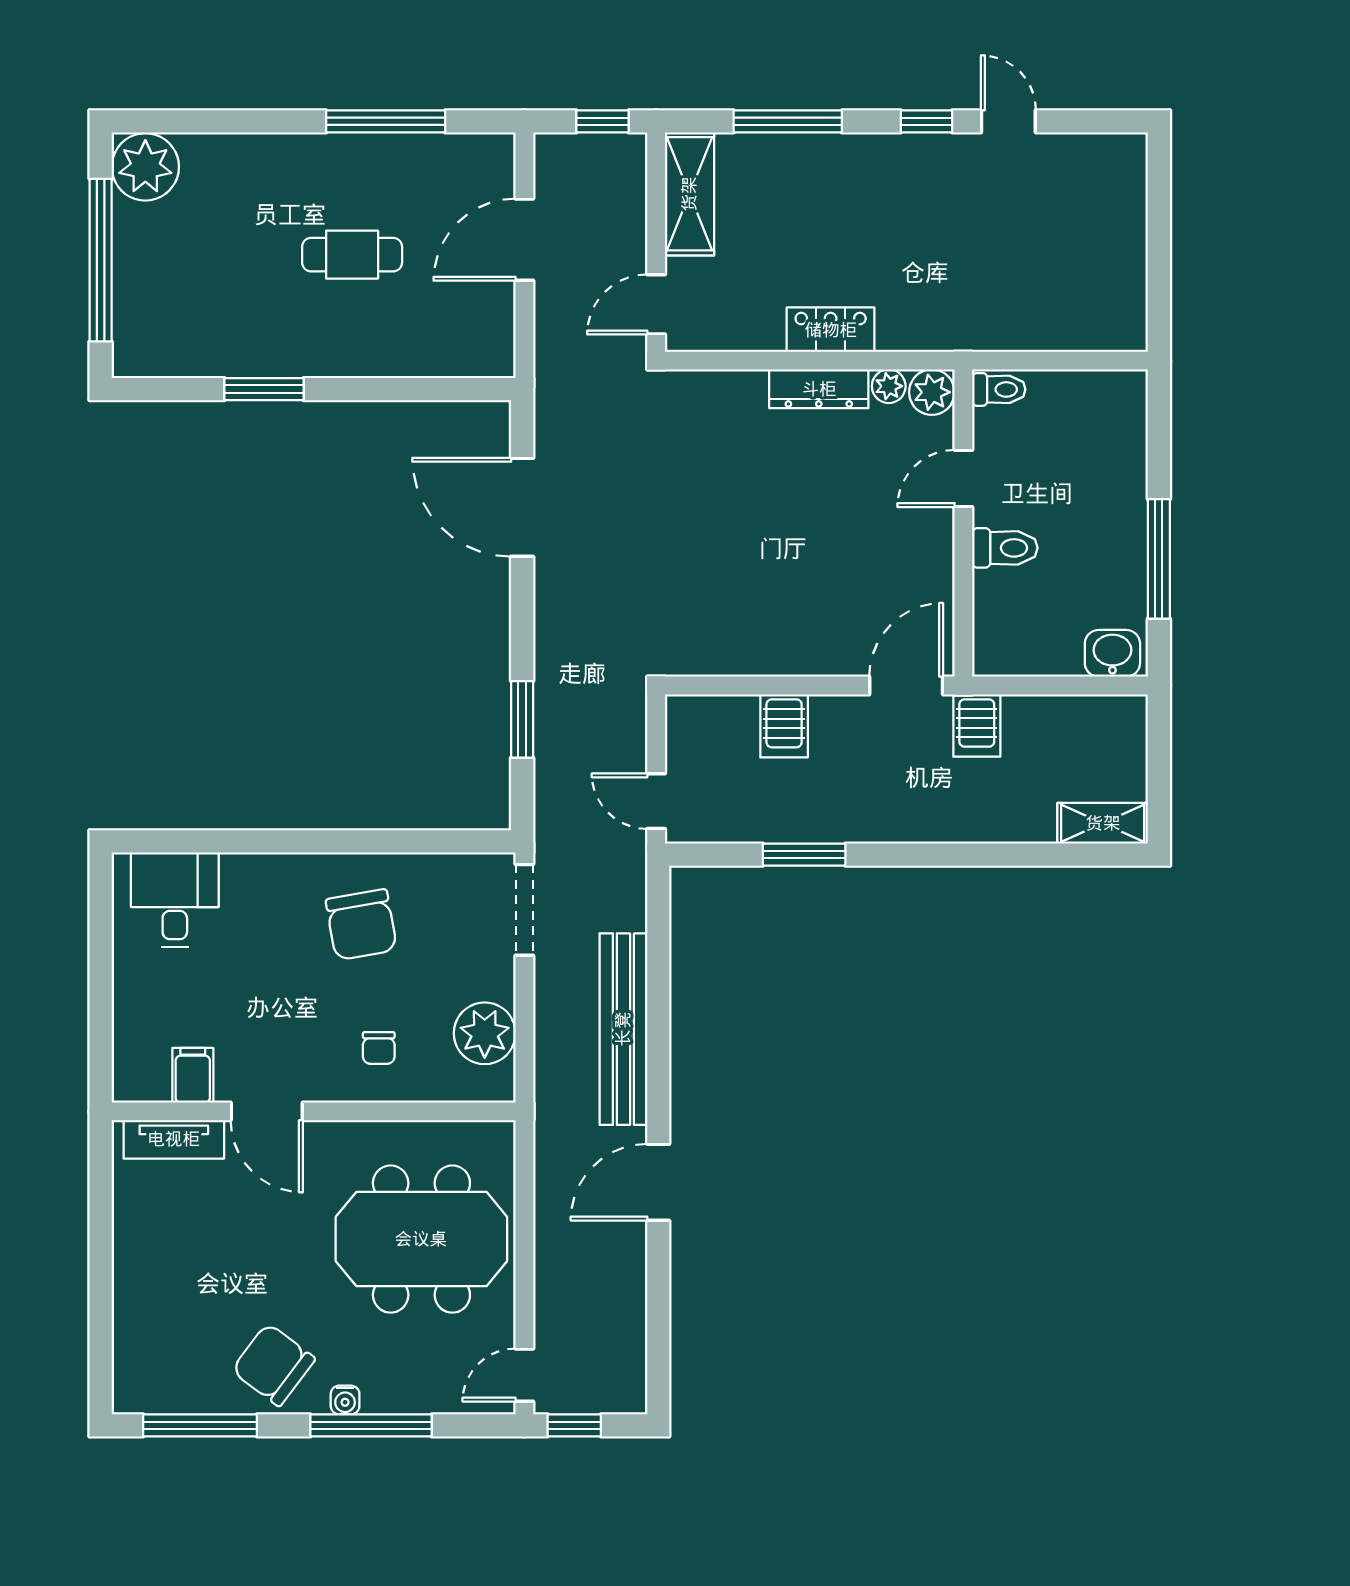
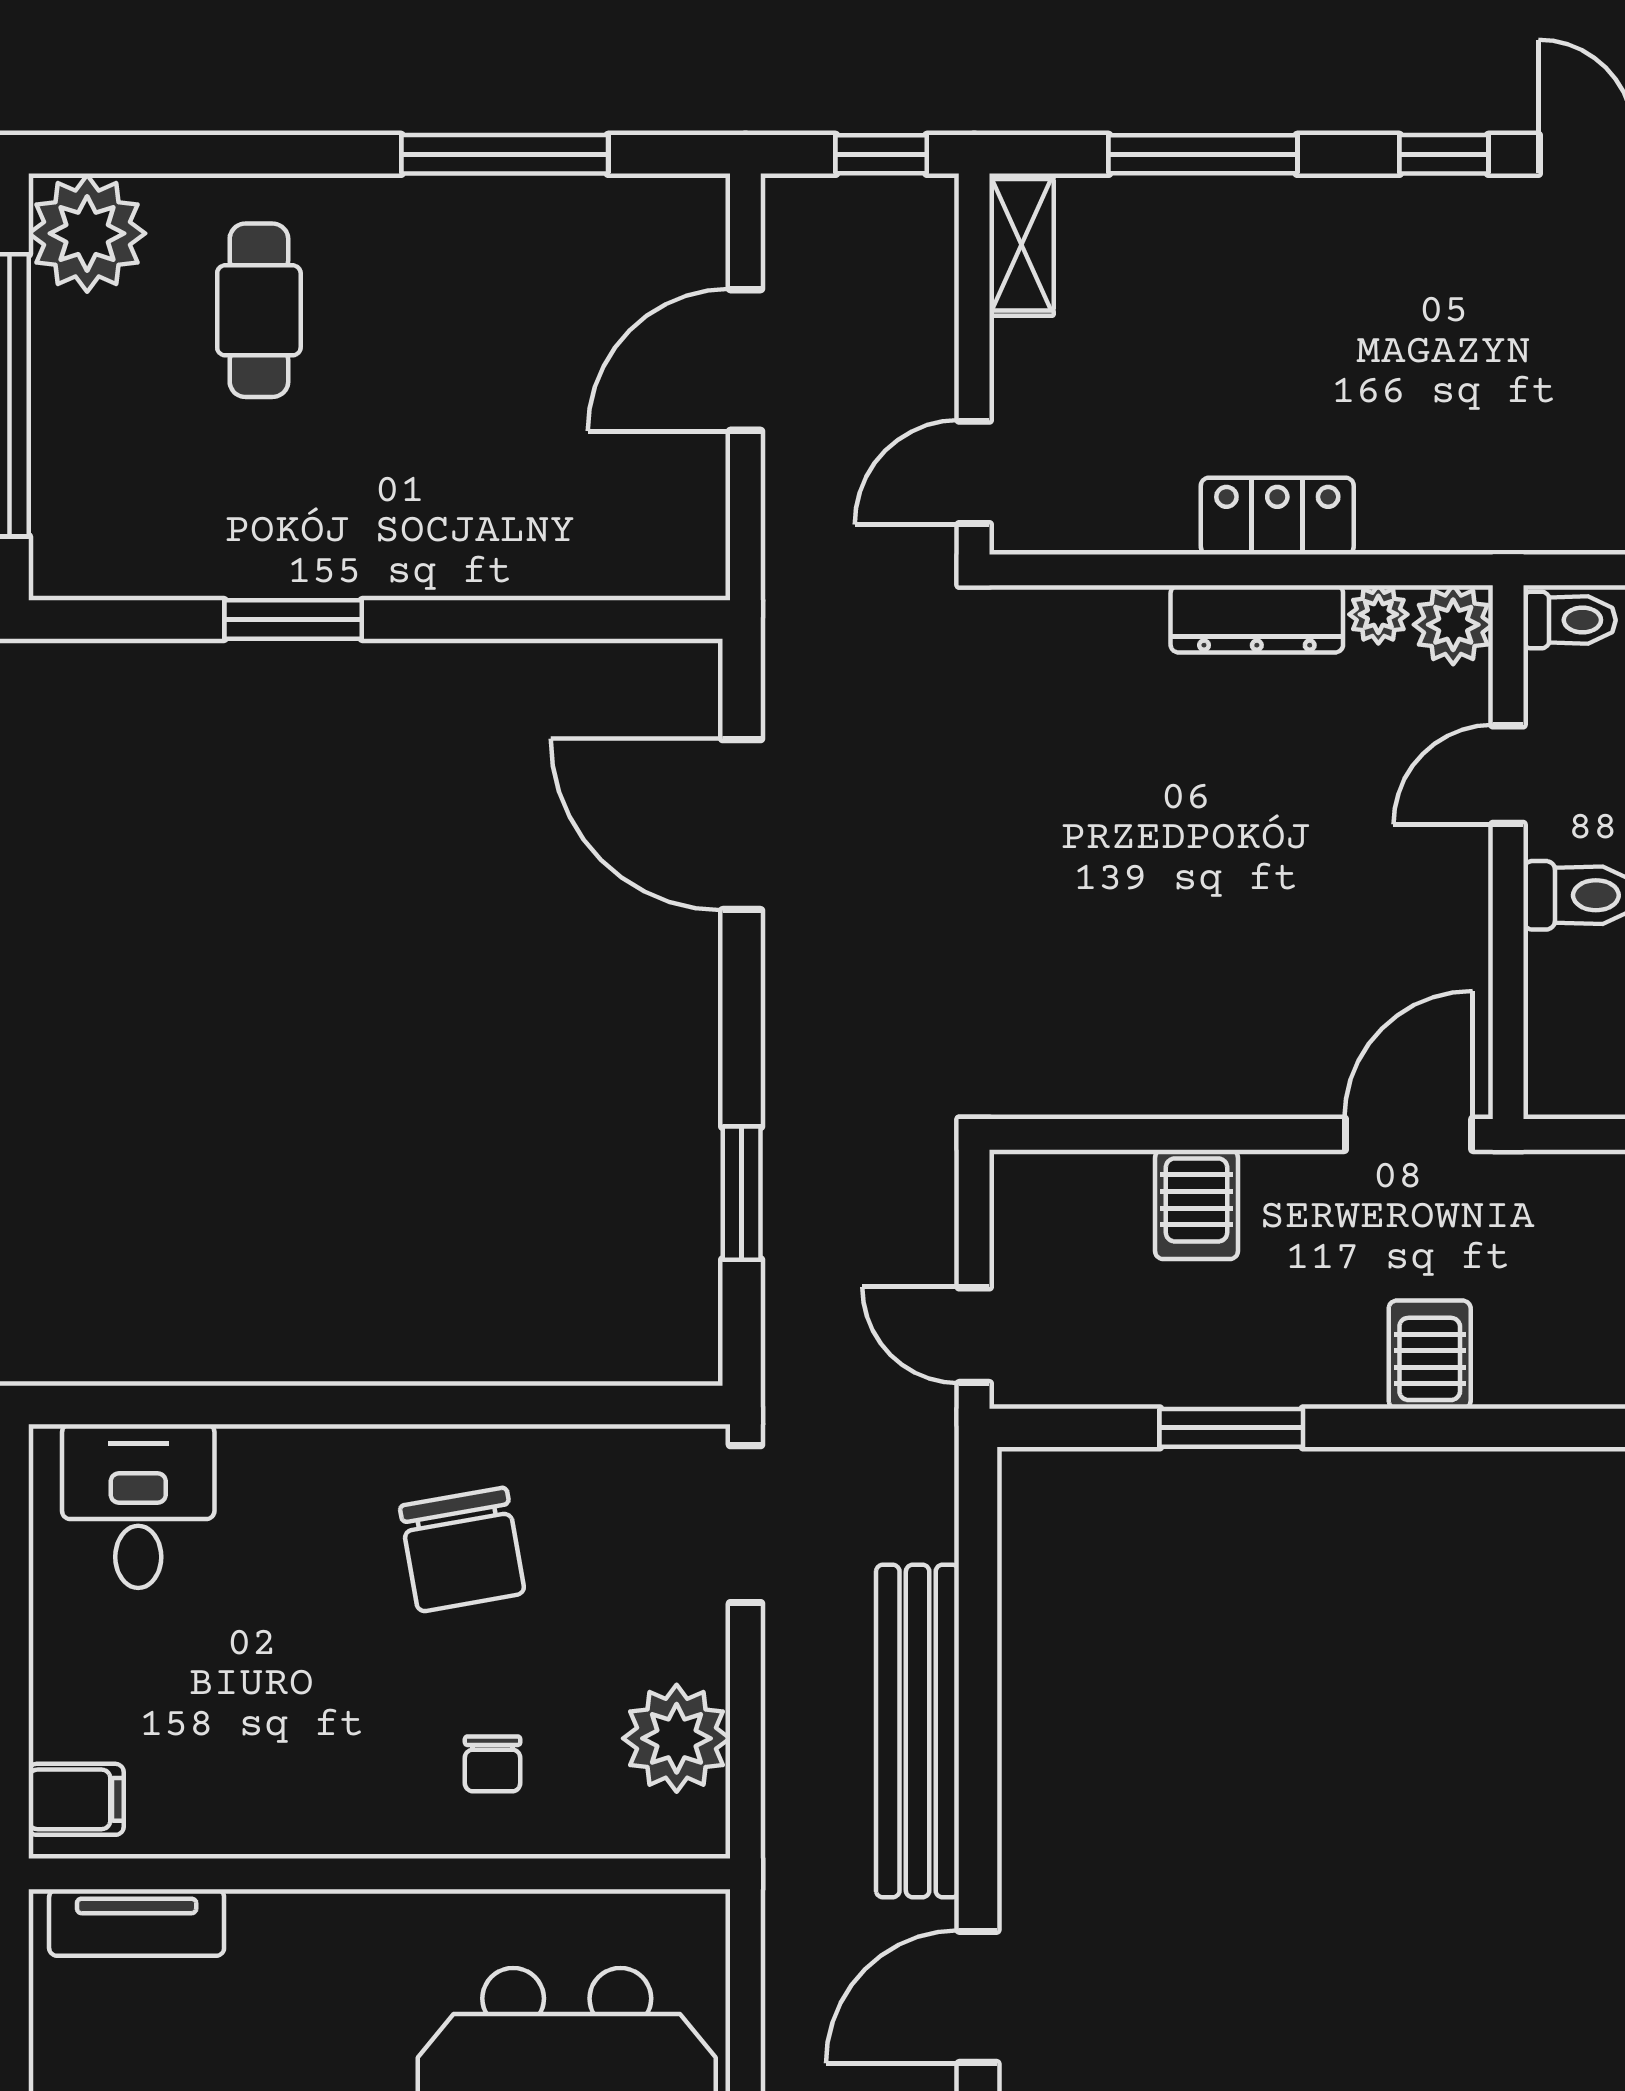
shelving: (689, 194) -> (1022, 245), width x0.67, depth x0.75
cafe table: (352, 255) -> (259, 310), moved, turned 90
server rack: (977, 725) -> (1430, 1355), moved, turned 180
filing cabinet: (193, 1075) -> (76, 1799), moved, turned 90
door: (267, 1111) -> (298, 1874), removed

